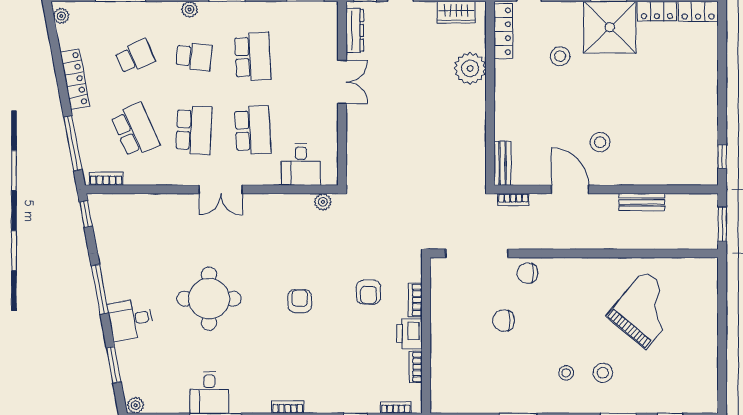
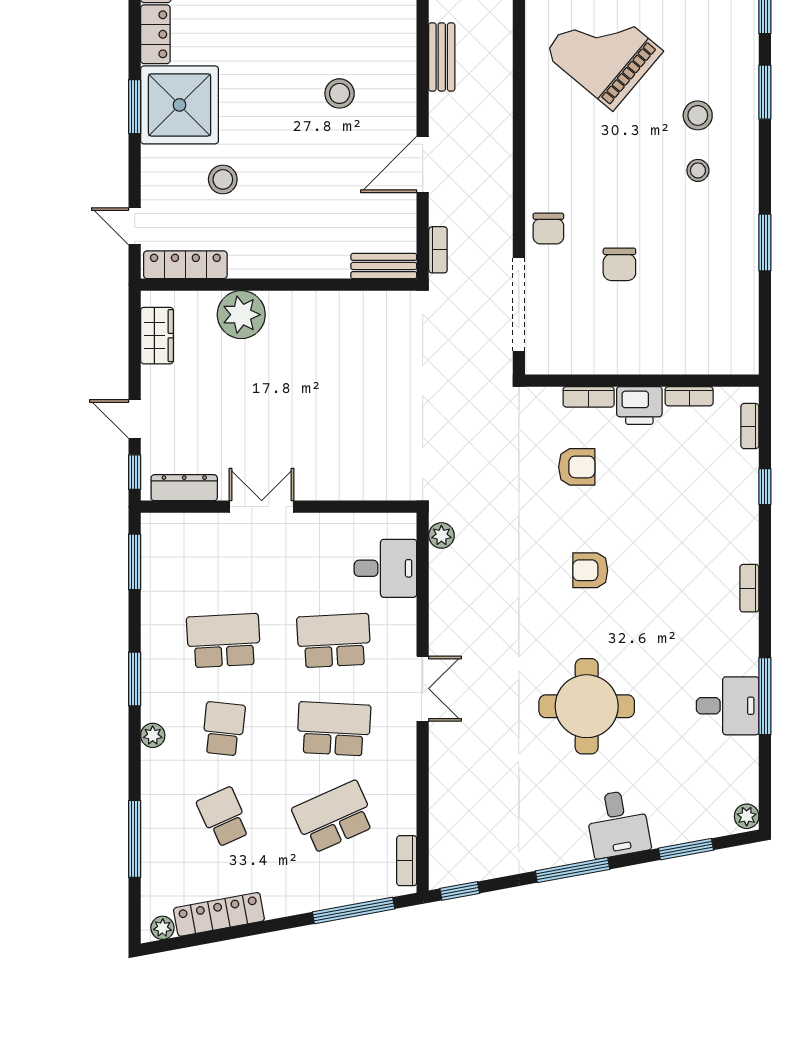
locker: (75, 79) -> (219, 914), moved
stool: (600, 142) -> (340, 93), moved

